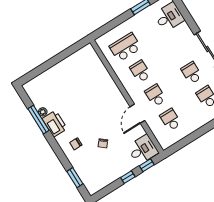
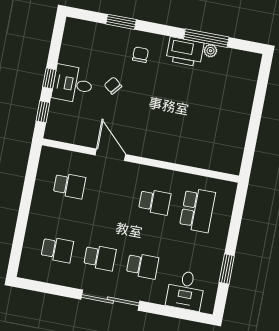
school desk: (155, 95) -> (142, 266), moved
desk: (143, 150) -> (73, 84), moved, turned 90
window: (75, 178) -> (121, 22), moved

